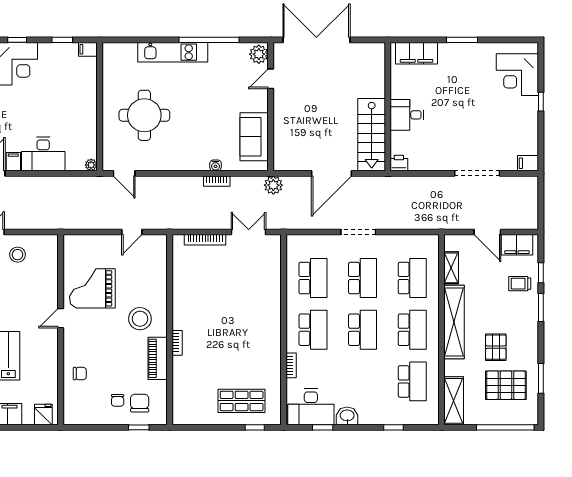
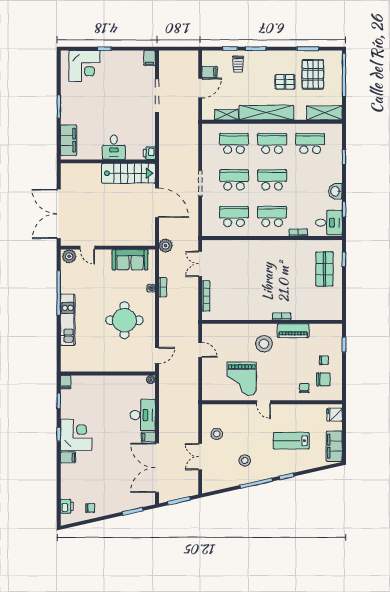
round table: (144, 115) -> (124, 320), moved
filing cabinet: (517, 245) -> (210, 72), width x0.50
chair: (140, 403) -> (323, 379), moved, turned 180
desk: (311, 407) -> (329, 223), width x0.73

